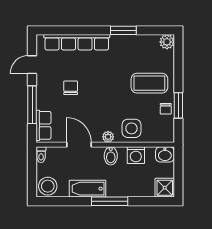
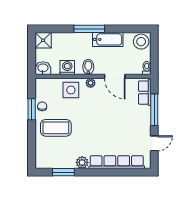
window: (123, 30) -> (63, 172), moved
plant: (167, 42) -> (82, 162), moved
chair: (71, 88) -> (122, 124), removed

